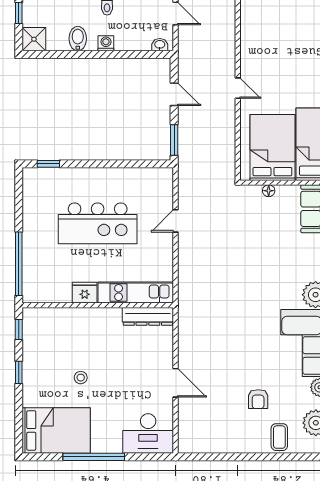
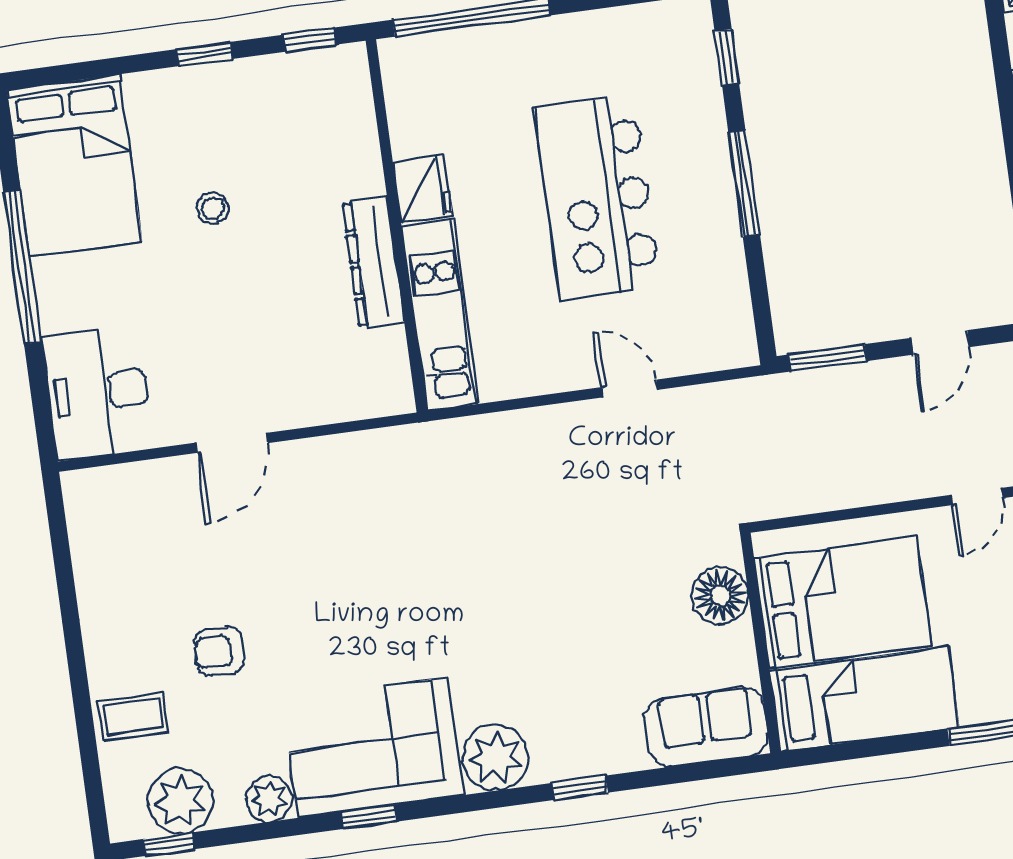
window: (100, 164) -> (744, 184), added
floor lamp: (269, 191) -> (720, 596), width x1.89, depth x1.89
dresser: (148, 316) -> (373, 262), moved

